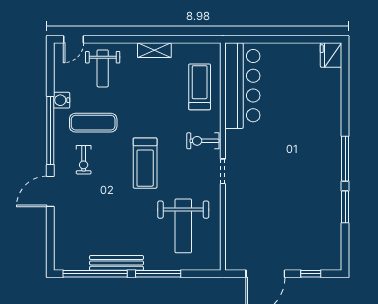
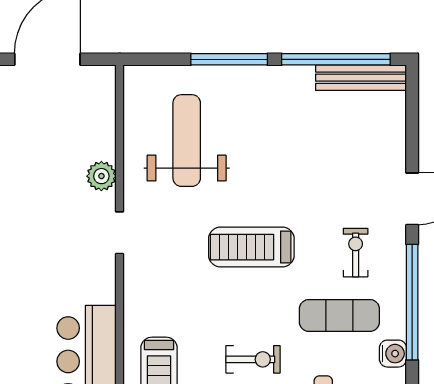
exercise bike: (203, 141) -> (253, 359), moved
treadmill: (145, 163) -> (251, 247), turned -90
plant: (234, 205) -> (101, 176), added
bench: (116, 263) -> (361, 78), moved

